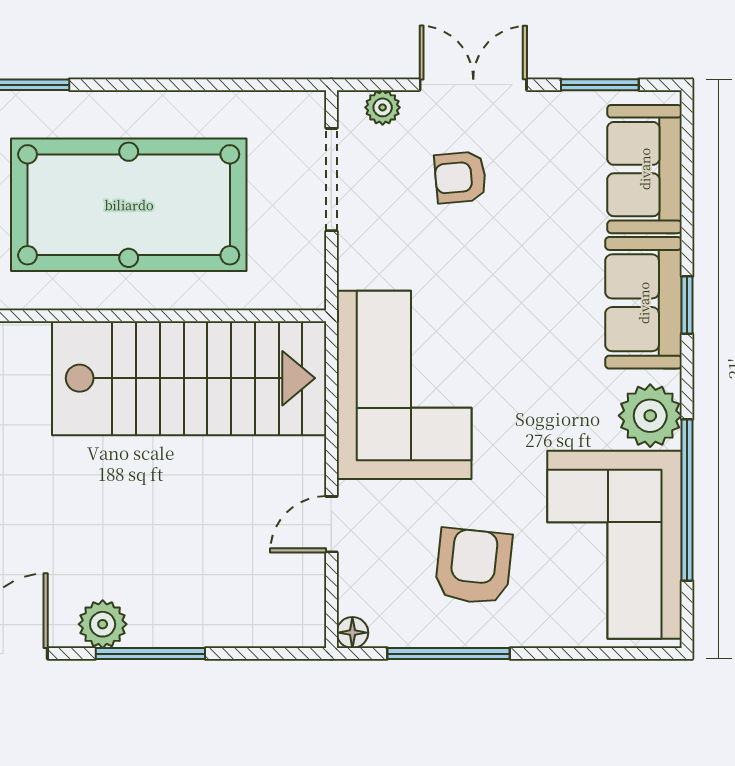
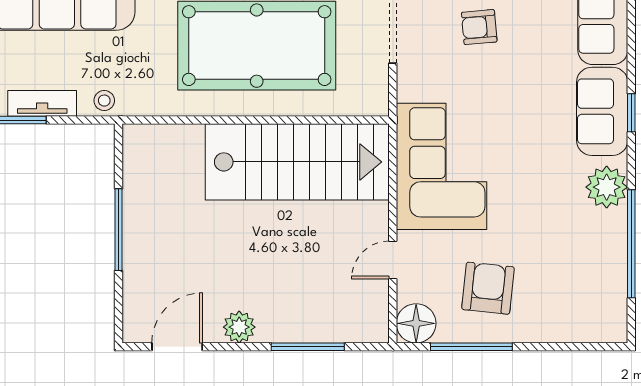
corner sofa: (614, 545) -> (583, 274), removed
floor lamp: (352, 633) -> (416, 323), width x1.89, depth x1.89
window: (150, 654) -> (308, 347), moved

